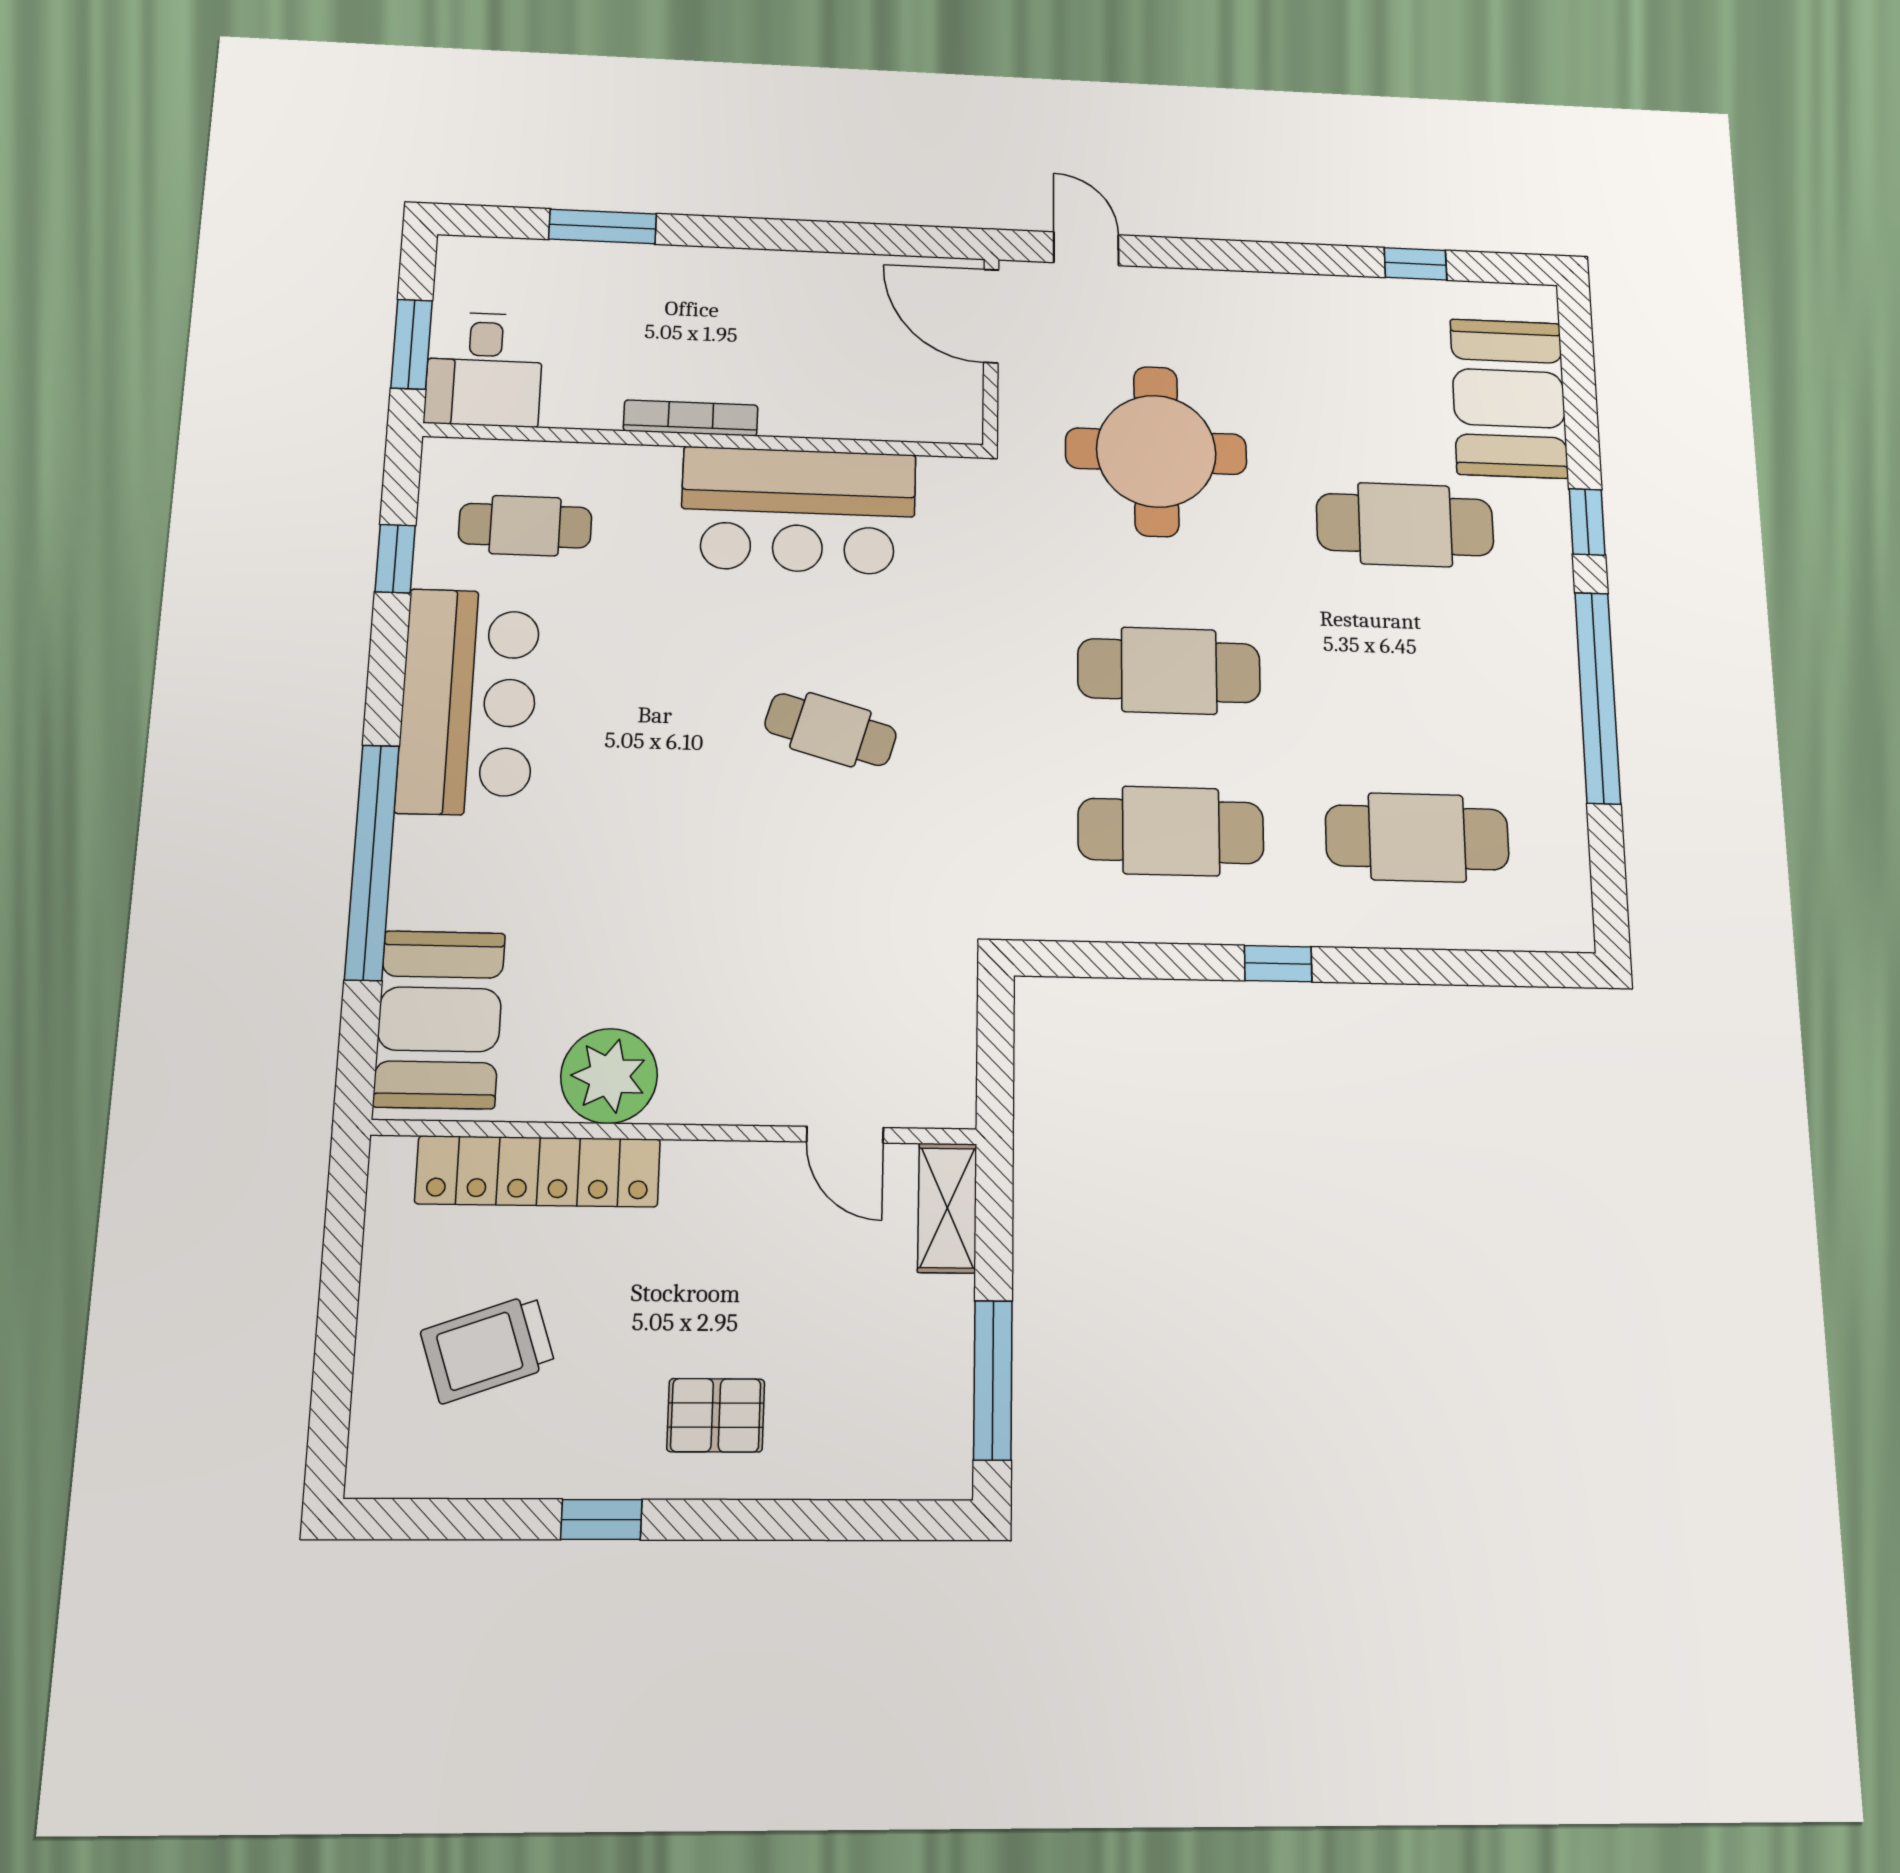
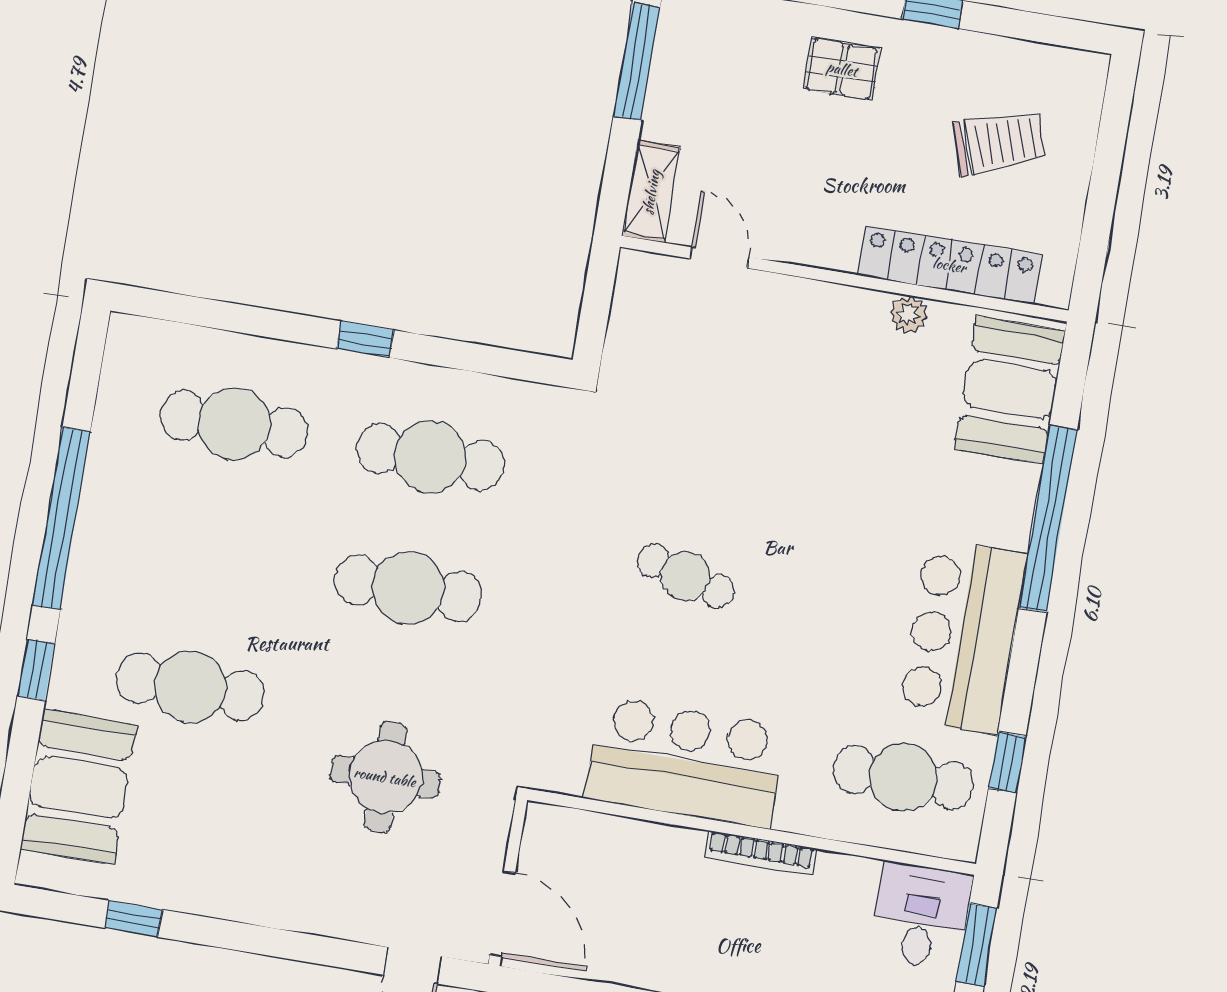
round table: (1156, 451) -> (385, 777), width x0.73, depth x0.73
cafe table: (525, 526) -> (903, 777), width x1.37, depth x1.35
plant: (609, 1076) -> (909, 315), width x0.53, depth x0.53

